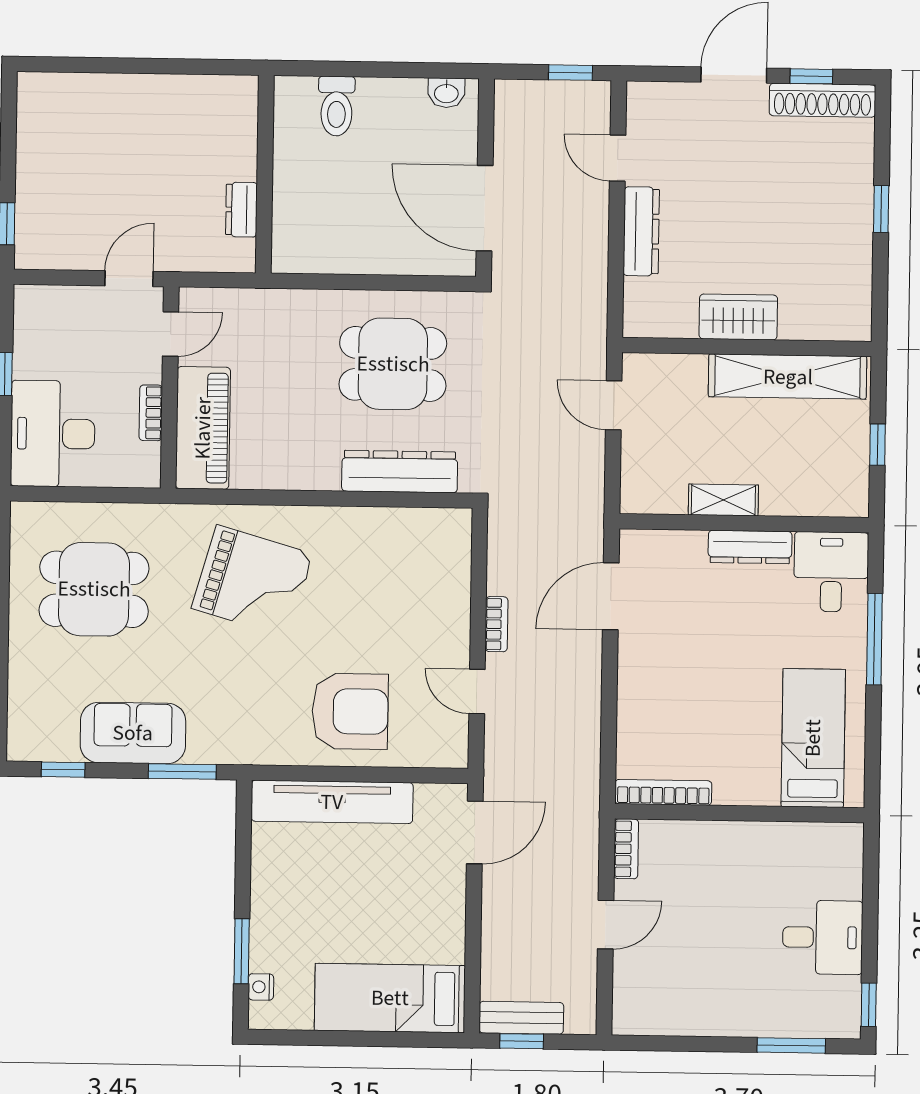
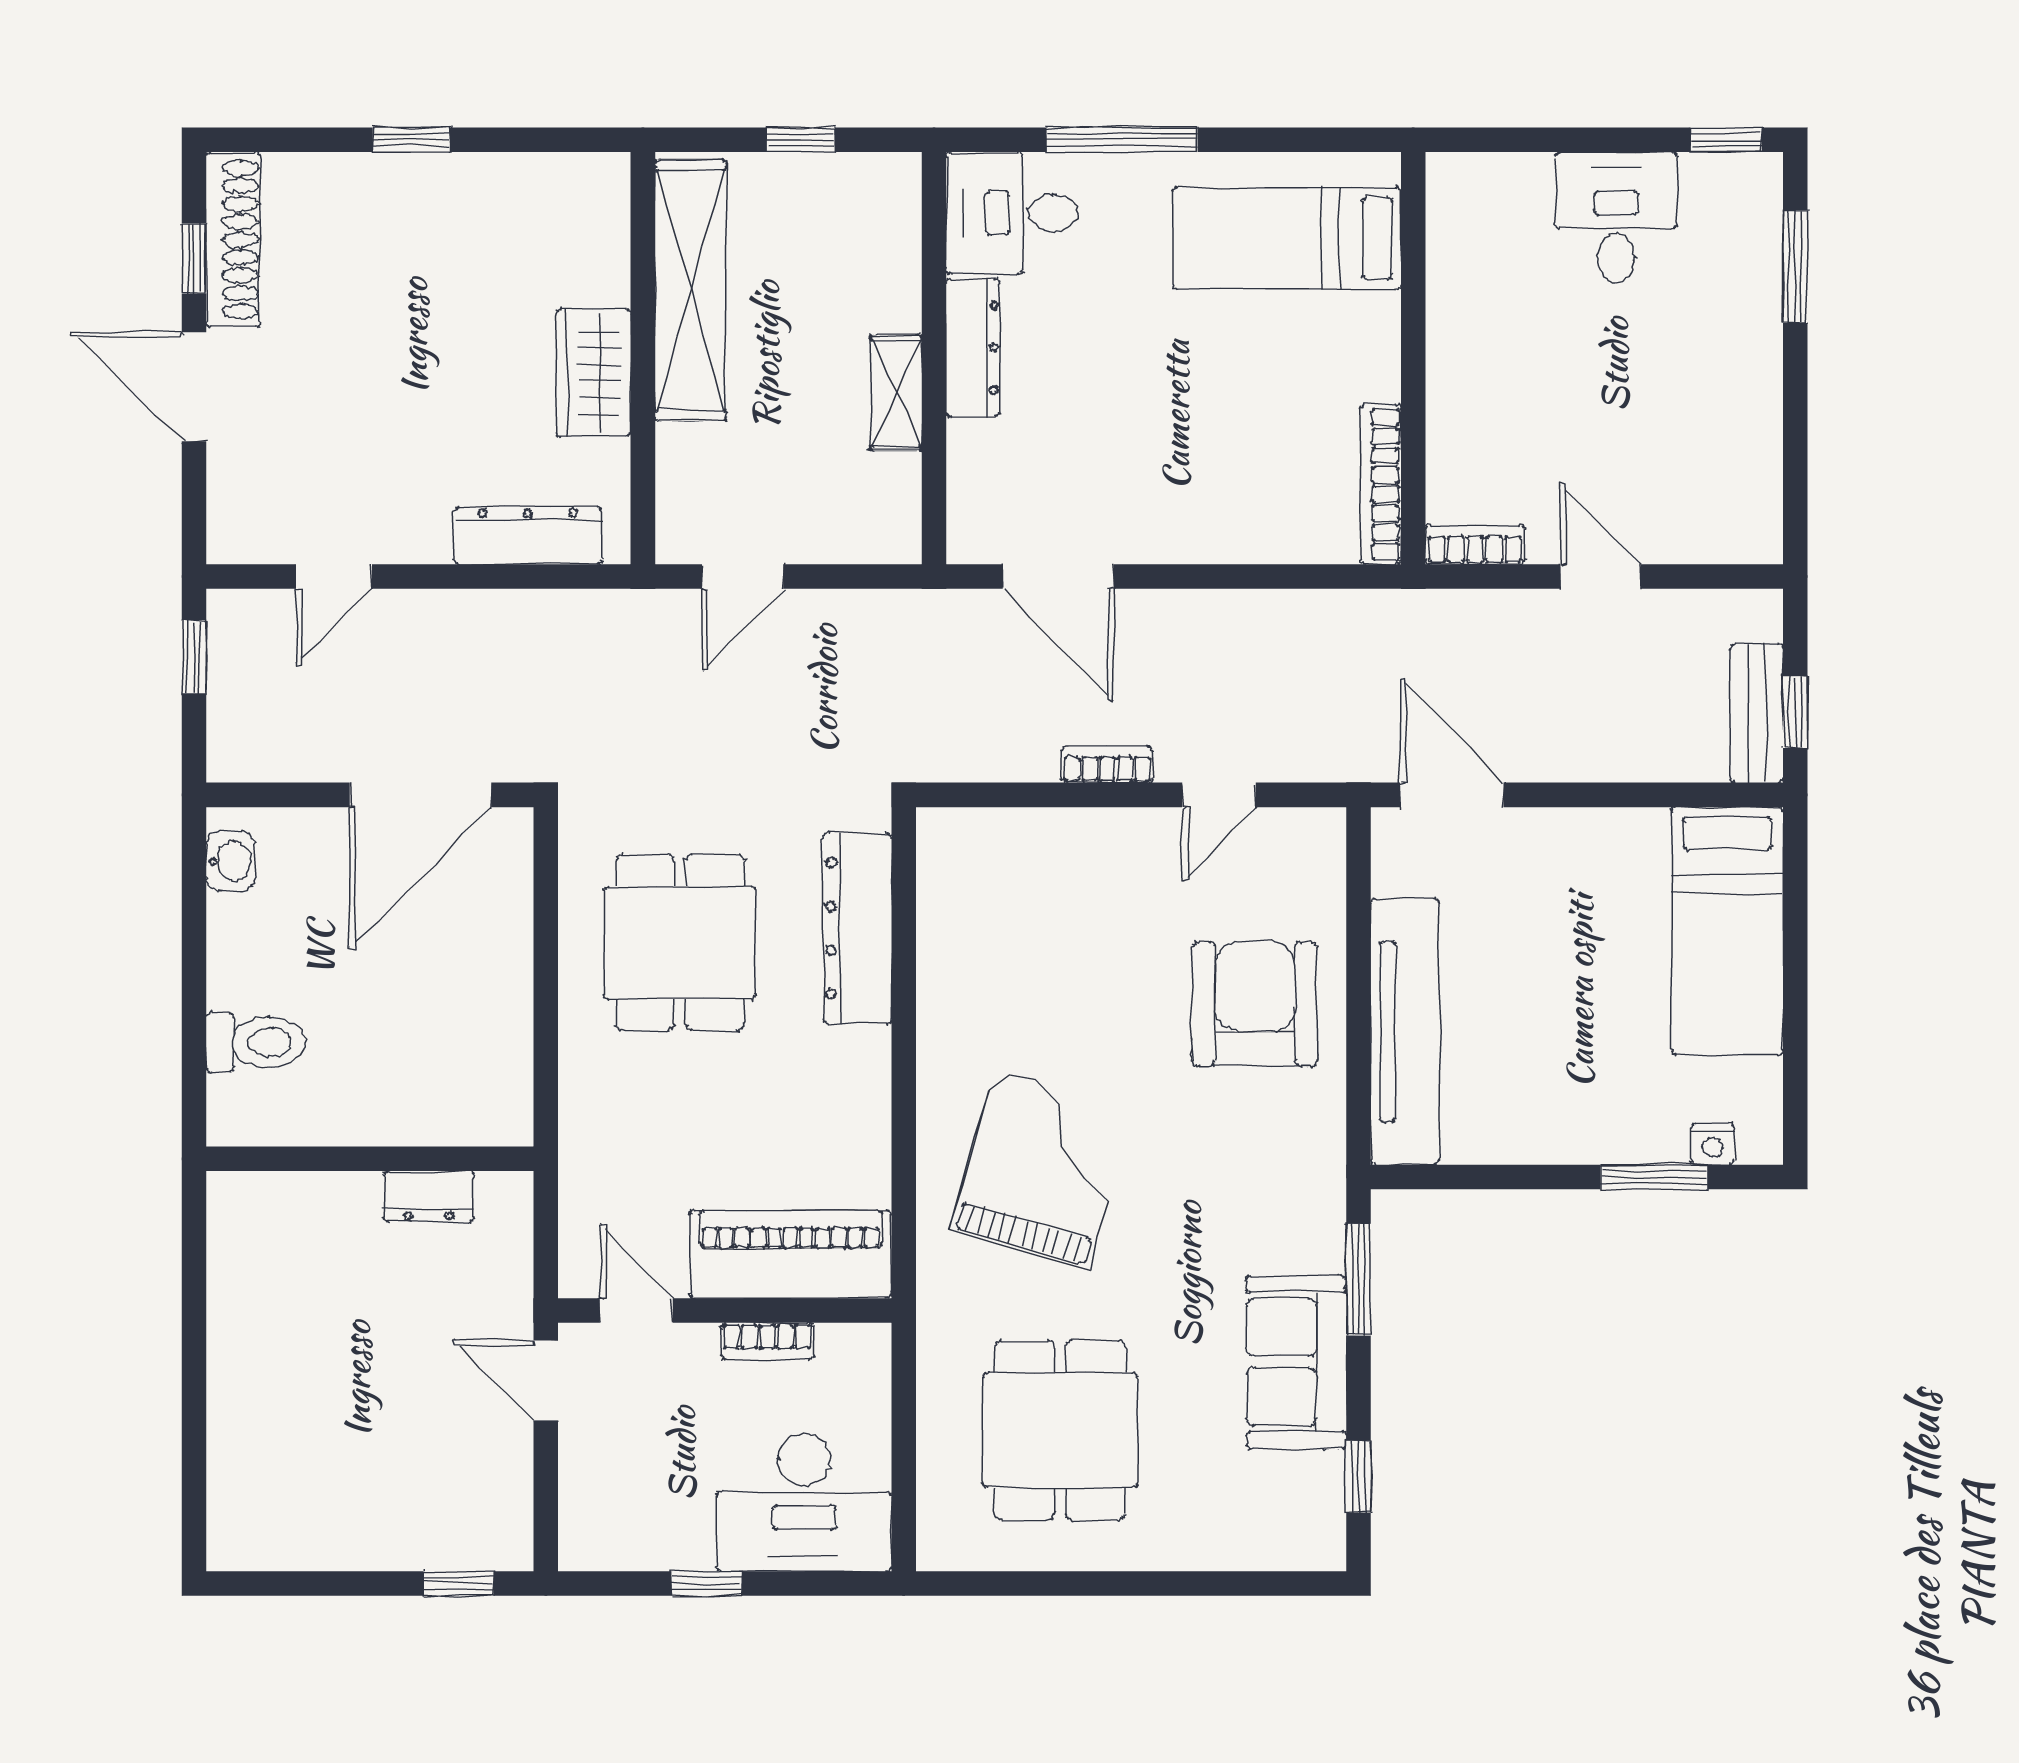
dresser: (641, 231) -> (528, 536), moved

